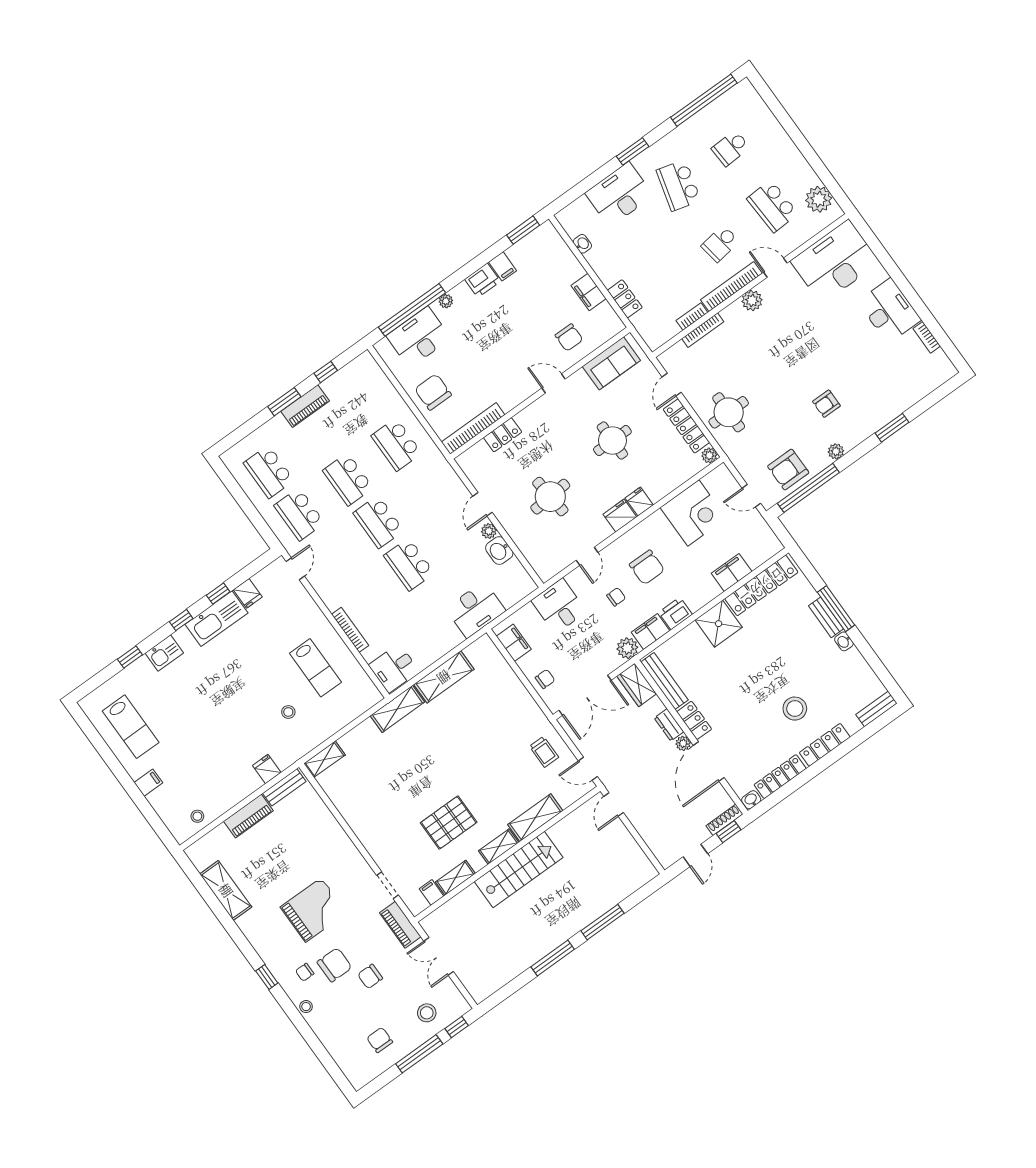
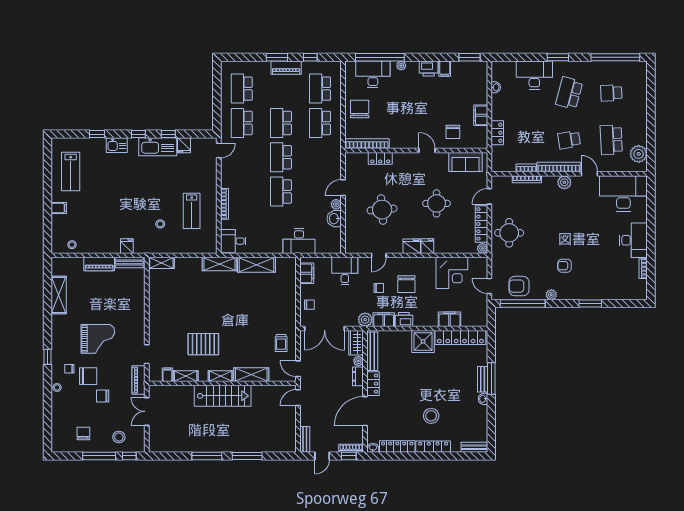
school desk: (366, 402) -> (320, 89), added
plant: (683, 743) -> (358, 361), moved
bench: (659, 850) -> (305, 439), added

